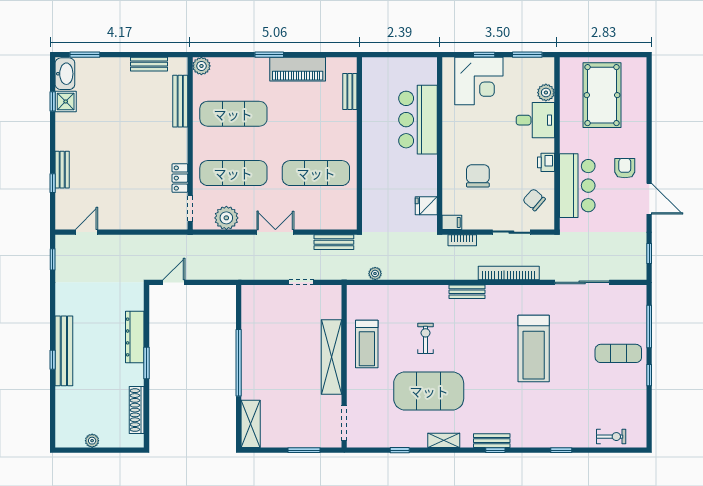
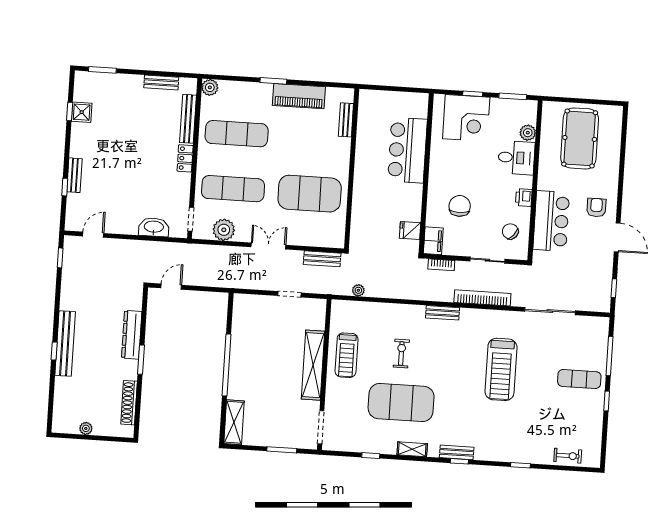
washbasin: (65, 74) -> (154, 227), moved, turned -90
exercise mat: (316, 173) -> (310, 194), width x1.47
locker: (180, 178) -> (185, 158), moved
filing cabinet: (452, 222) -> (433, 241), width x2.00

